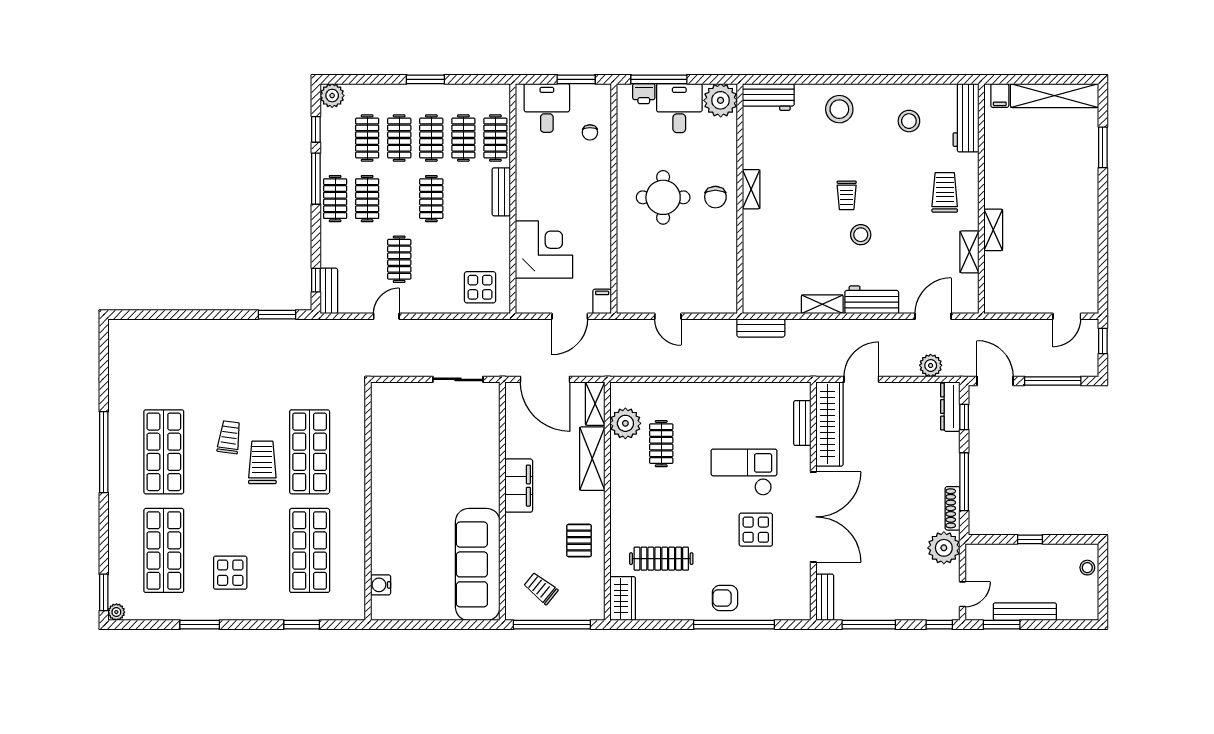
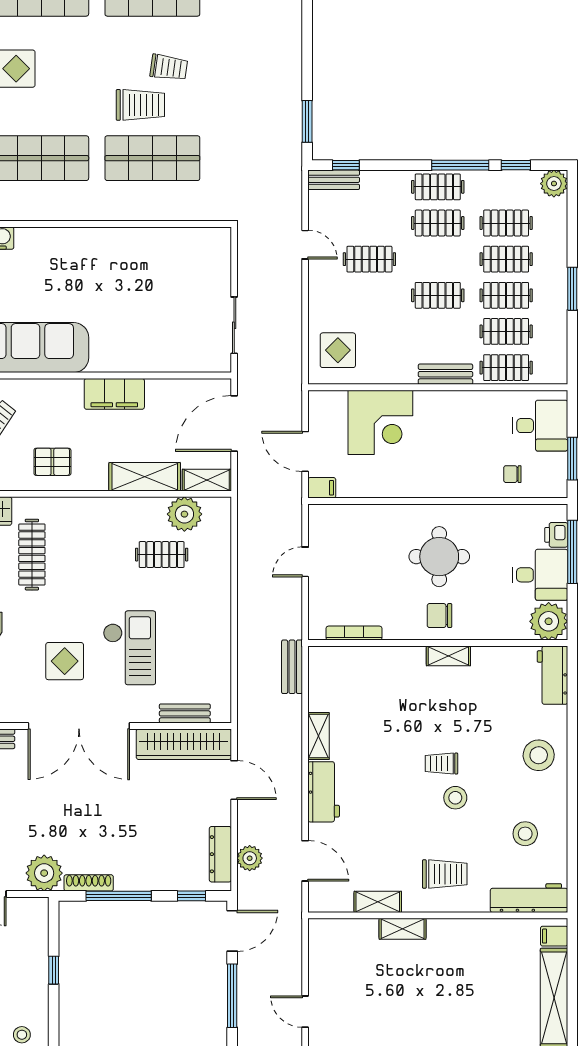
stool: (861, 235) -> (455, 798), moved
bookcase: (731, 273) -> (354, 633), added
dresser: (950, 407) -> (220, 854), moved, turned -90

